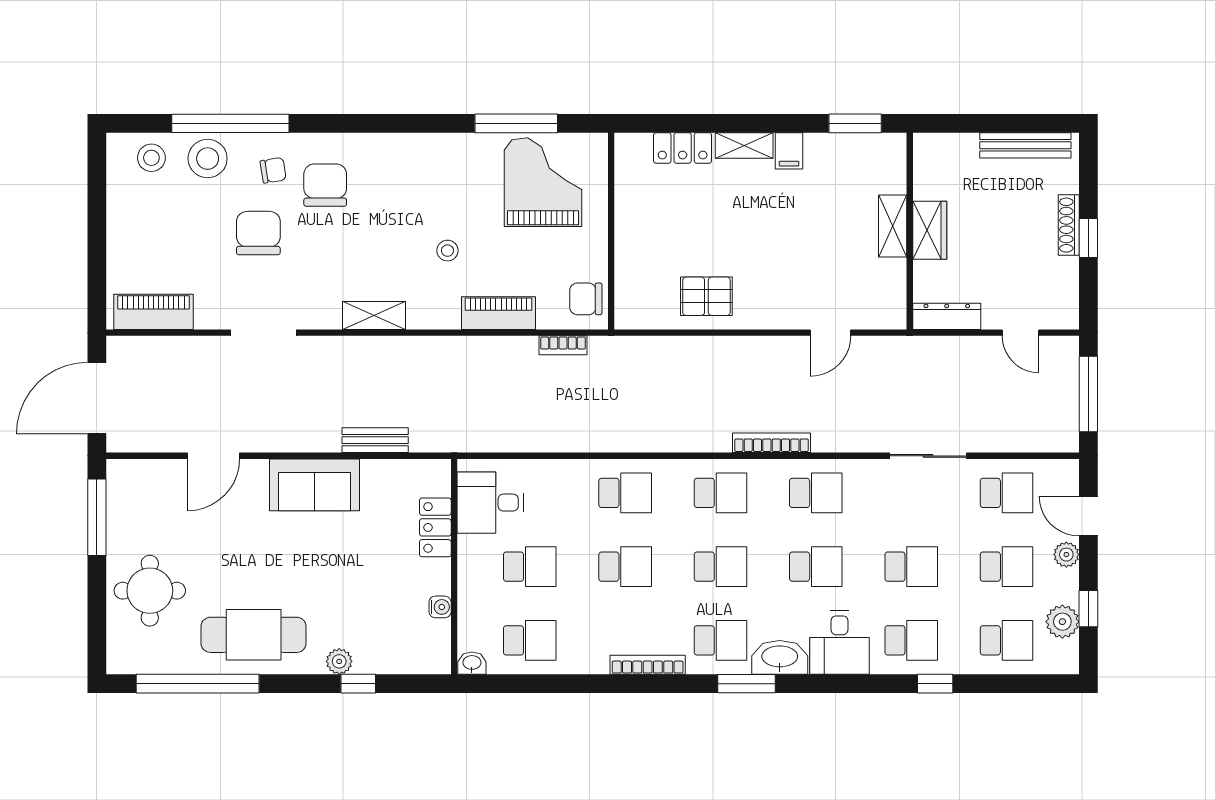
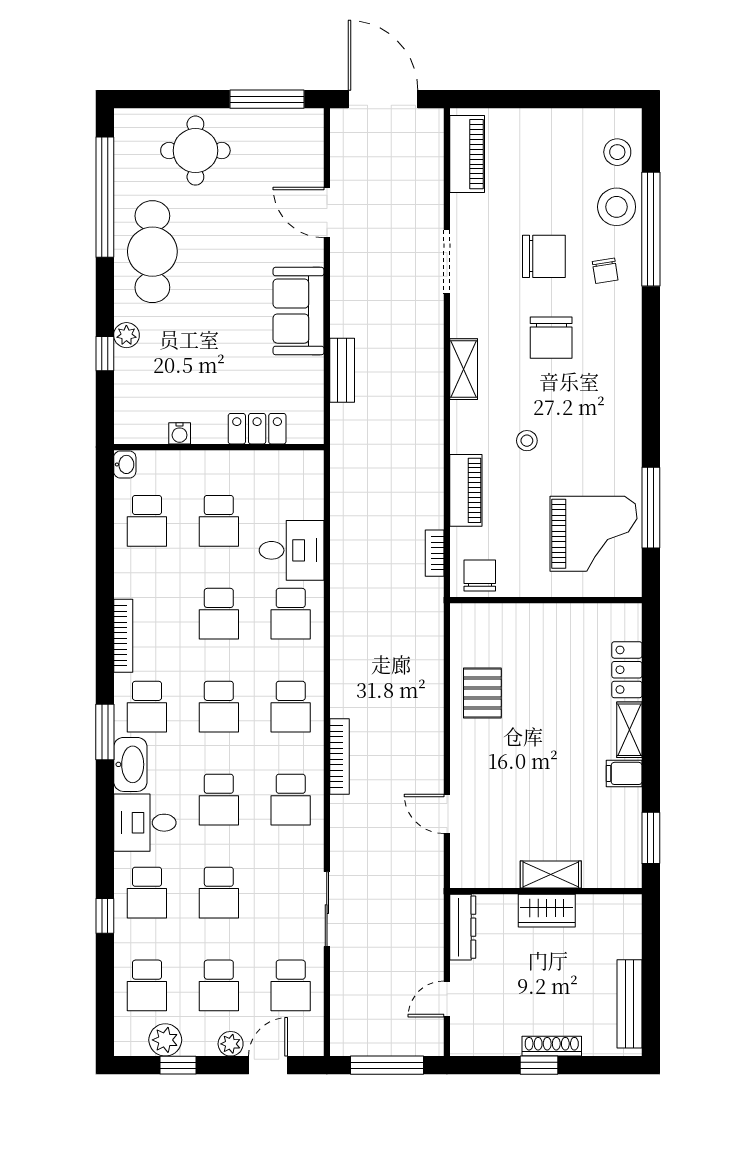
chair: (325, 185) -> (551, 338), moved, turned 90
desk: (490, 503) -> (292, 550), moved, turned 90

